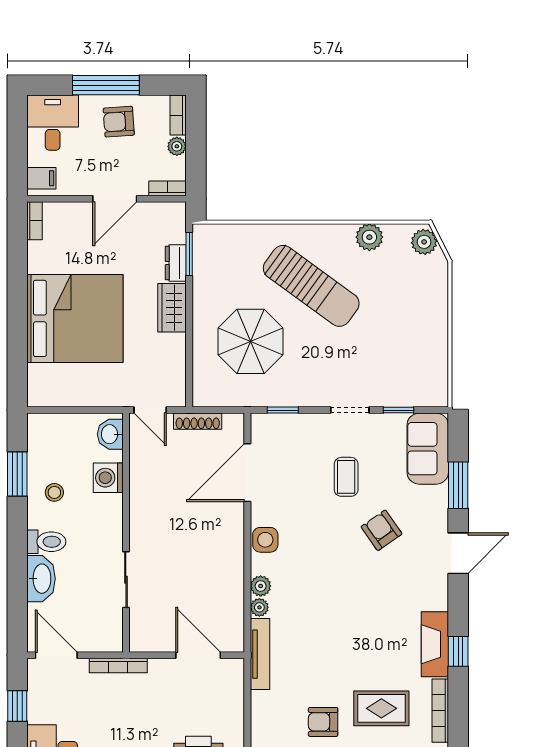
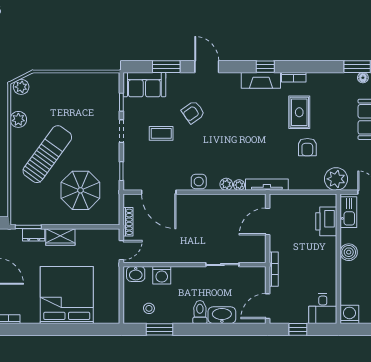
stool: (54, 492) -> (149, 308), moved
bookcase: (440, 711) -> (294, 77), width x0.64

